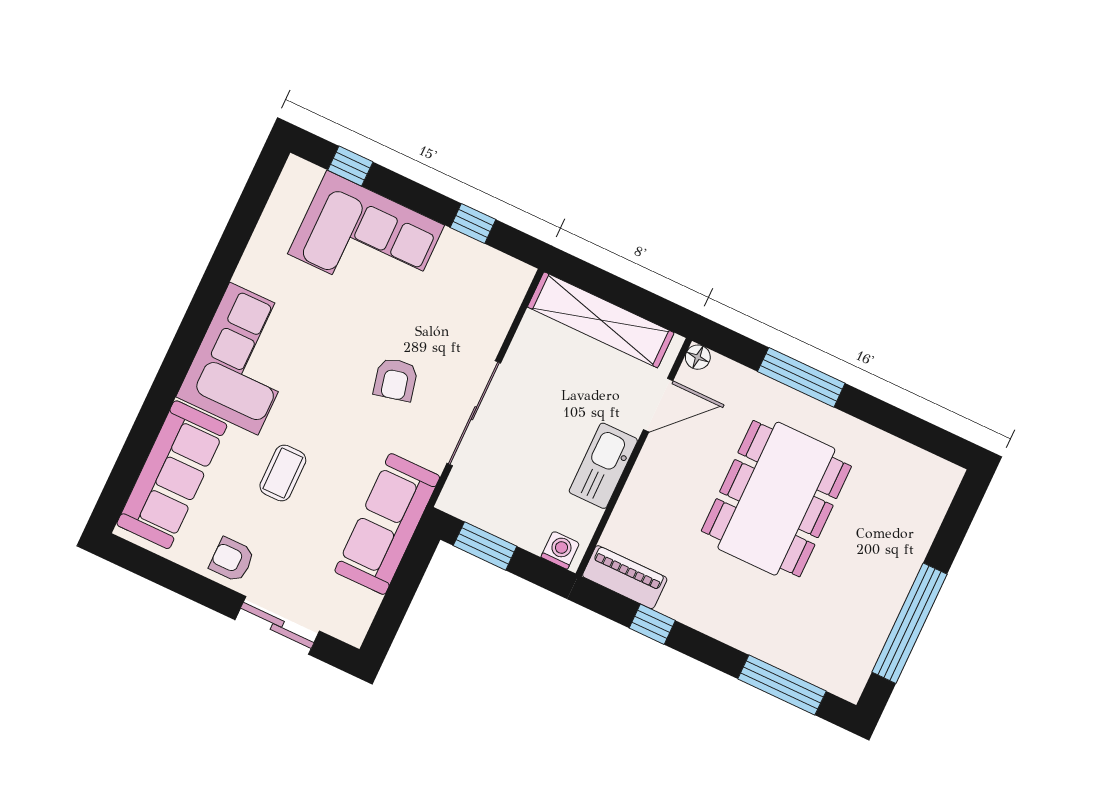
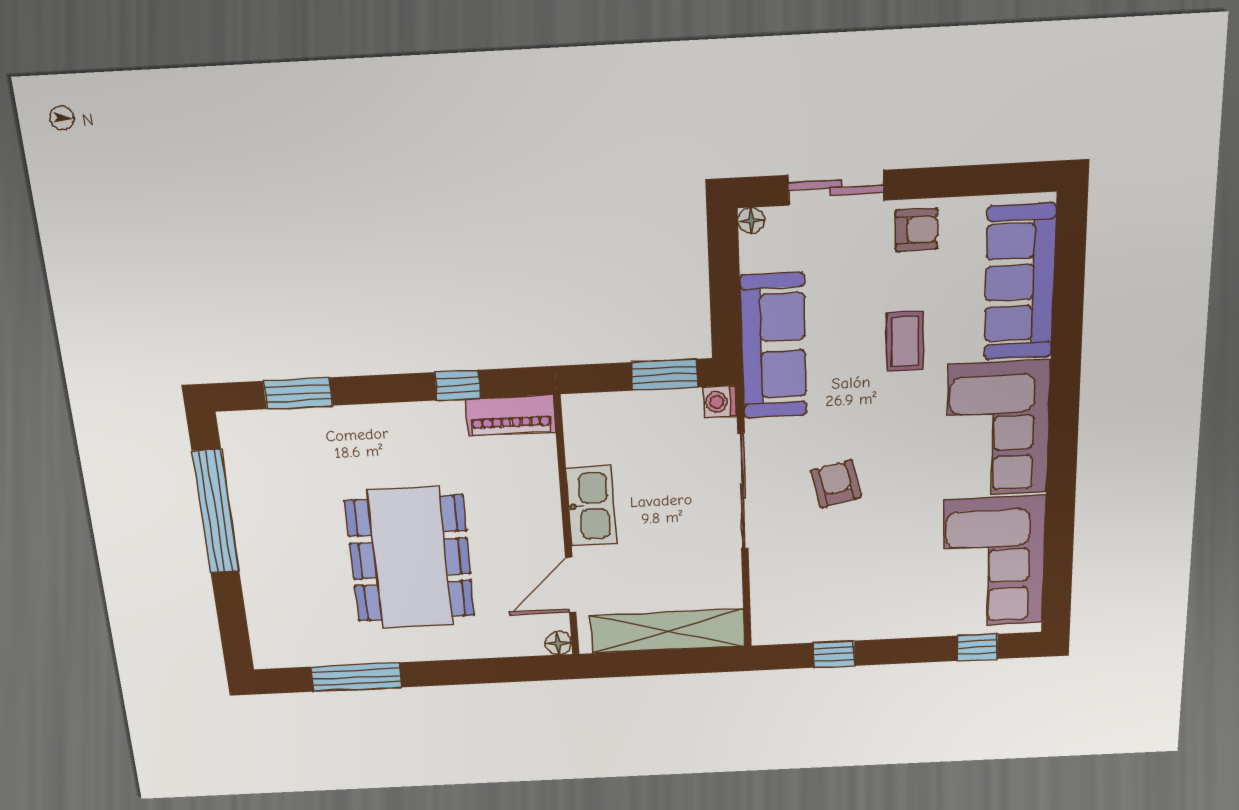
corner sofa: (366, 239) -> (994, 562), moved, turned -90
window: (801, 377) -> (356, 677), moved
washing machine: (560, 550) -> (720, 402), moved, turned 90
floor lamp: (354, 634) -> (751, 221), added
window: (782, 685) -> (298, 393), width x0.69

